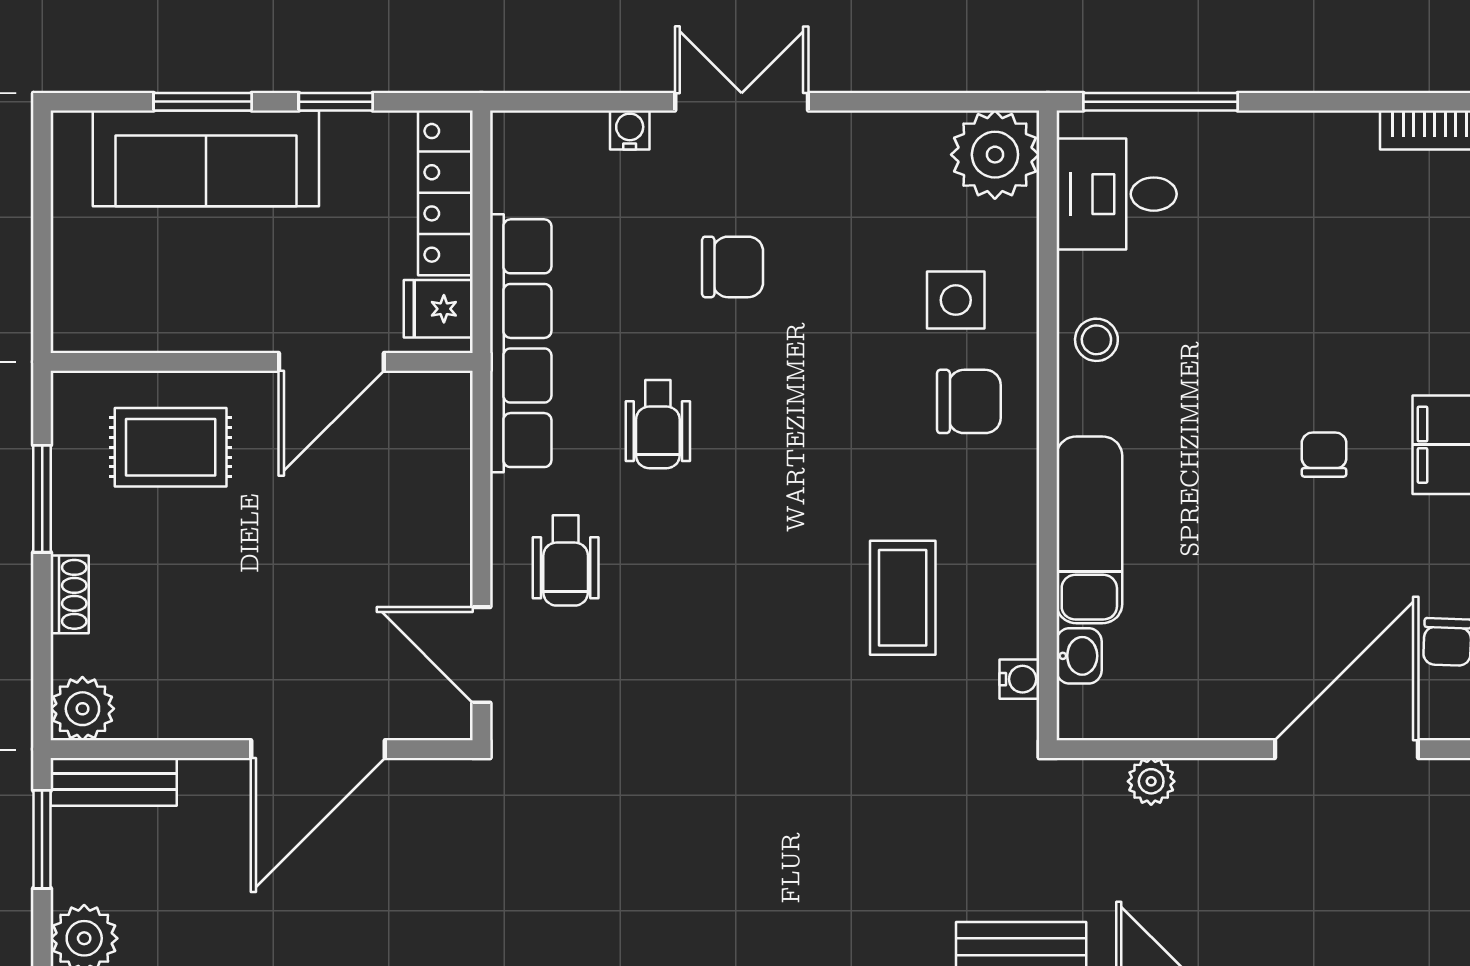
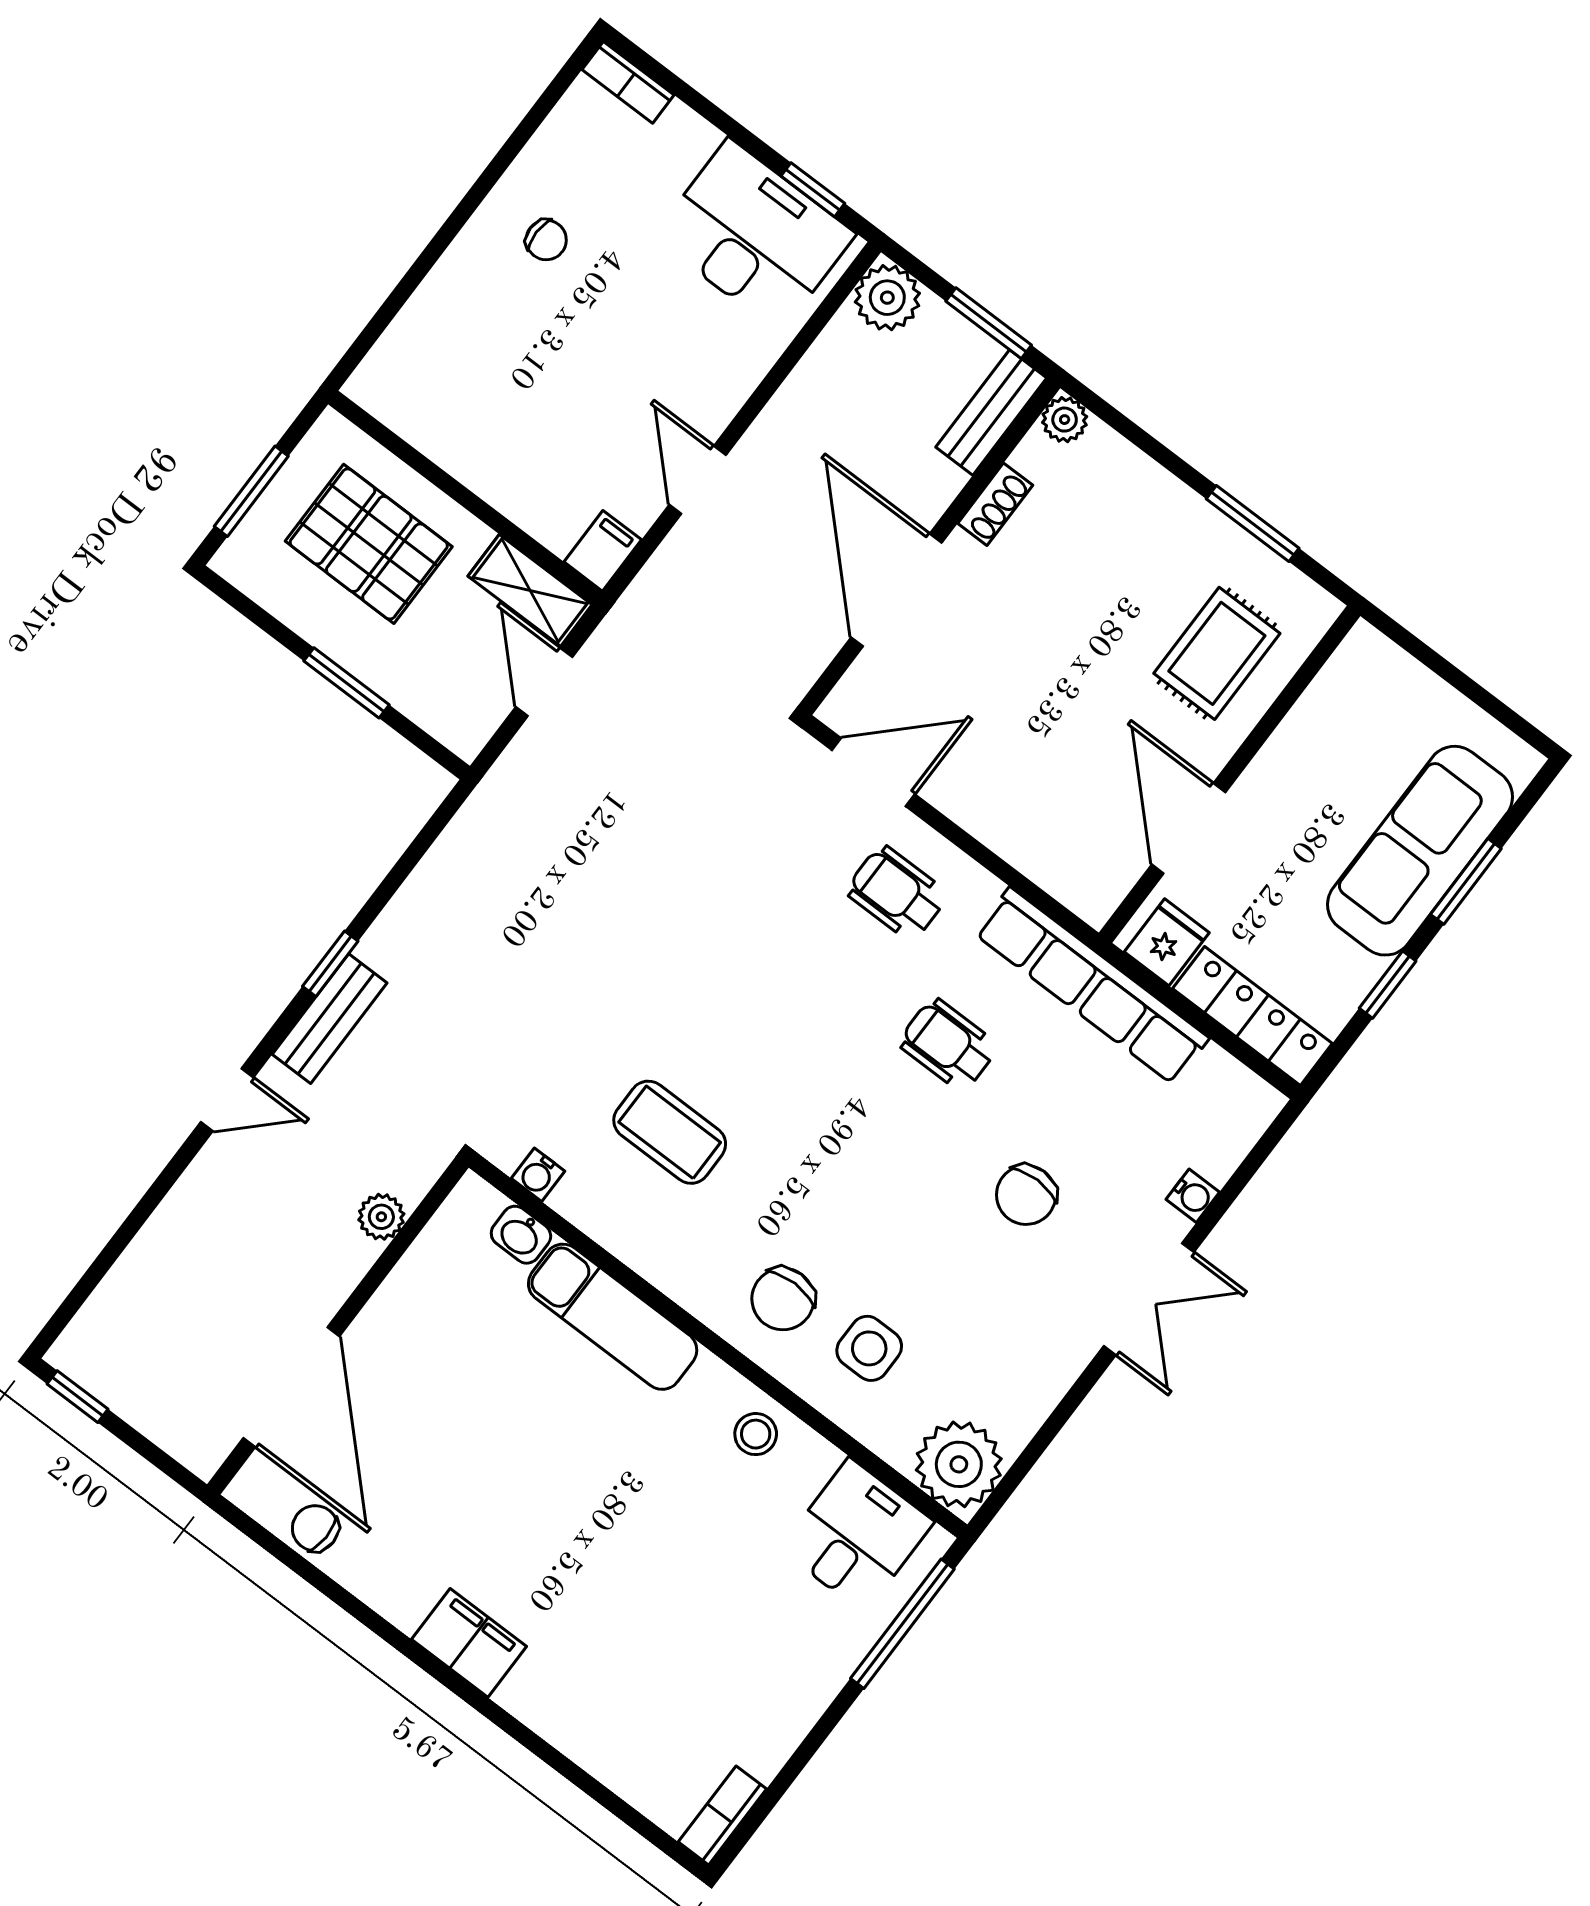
chair: (1324, 455) -> (533, 1543), removed
shoe rack: (70, 594) -> (995, 504), moved, turned -90
plant: (82, 709) -> (1065, 420), width x0.73, depth x0.73

